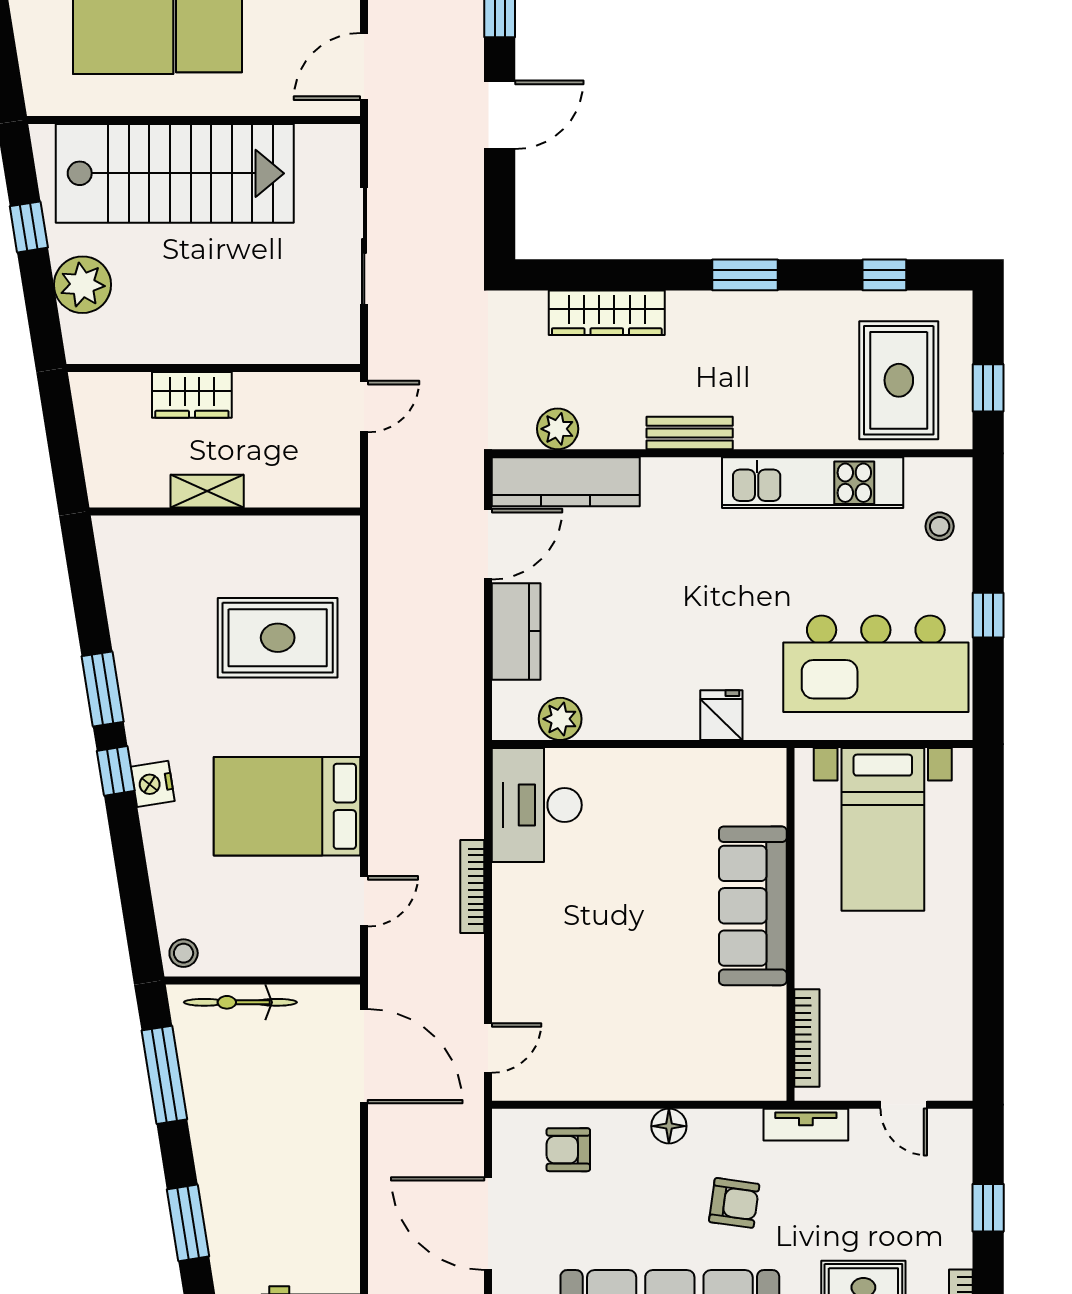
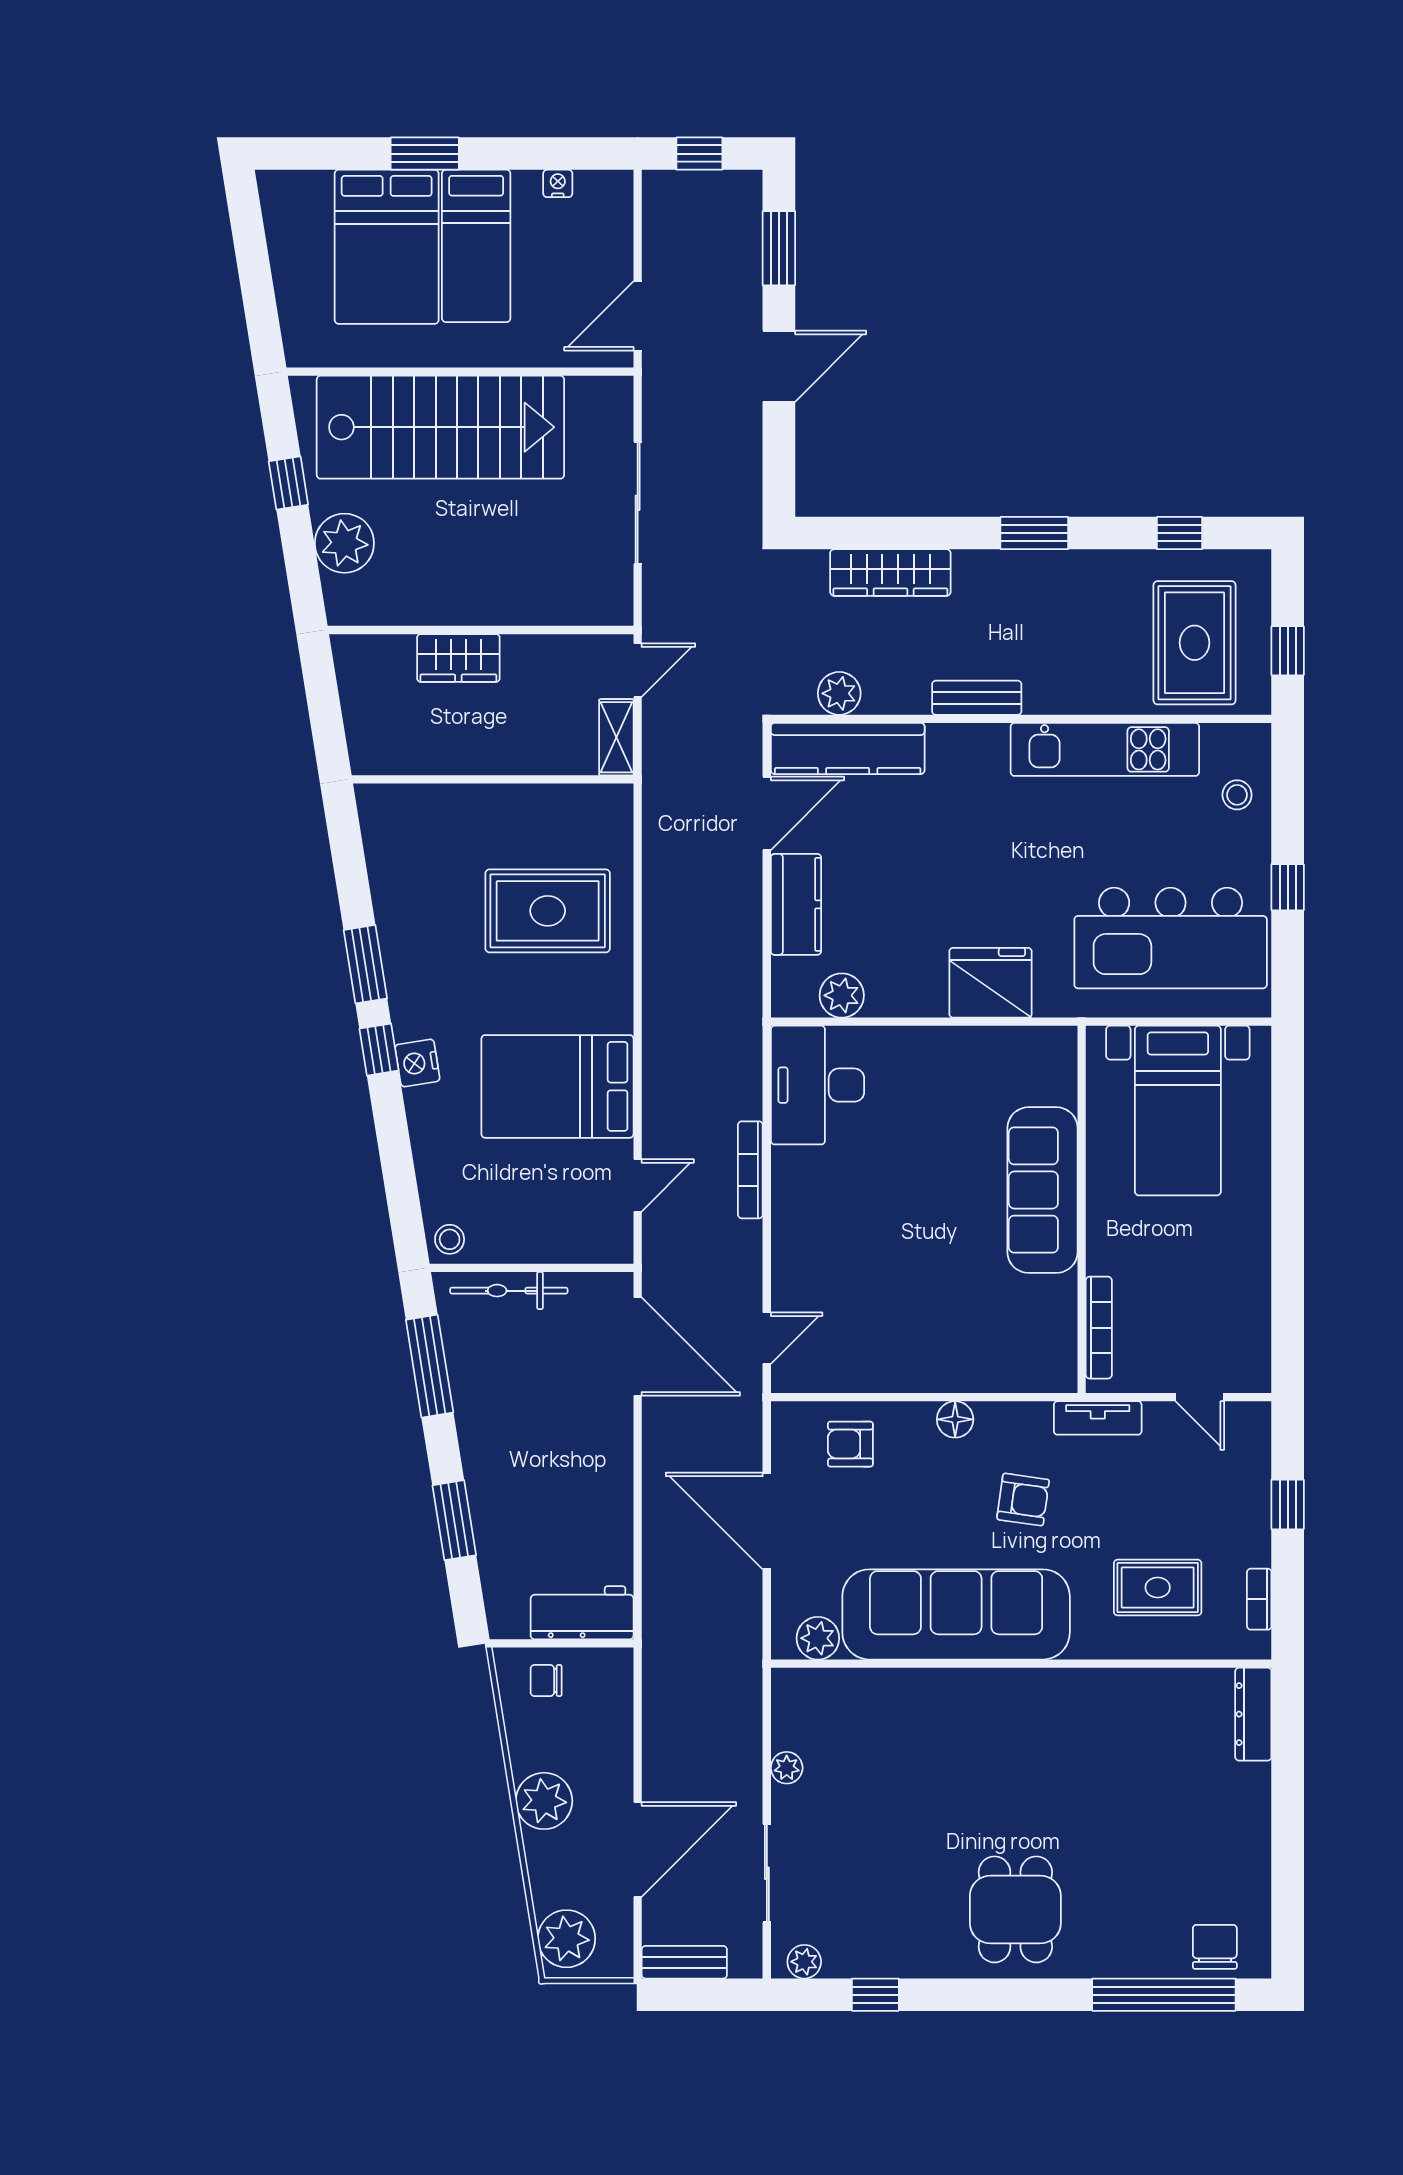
shelving: (207, 491) -> (616, 737), moved, turned 90
fridge: (721, 715) -> (990, 983), width x1.88, depth x1.34

